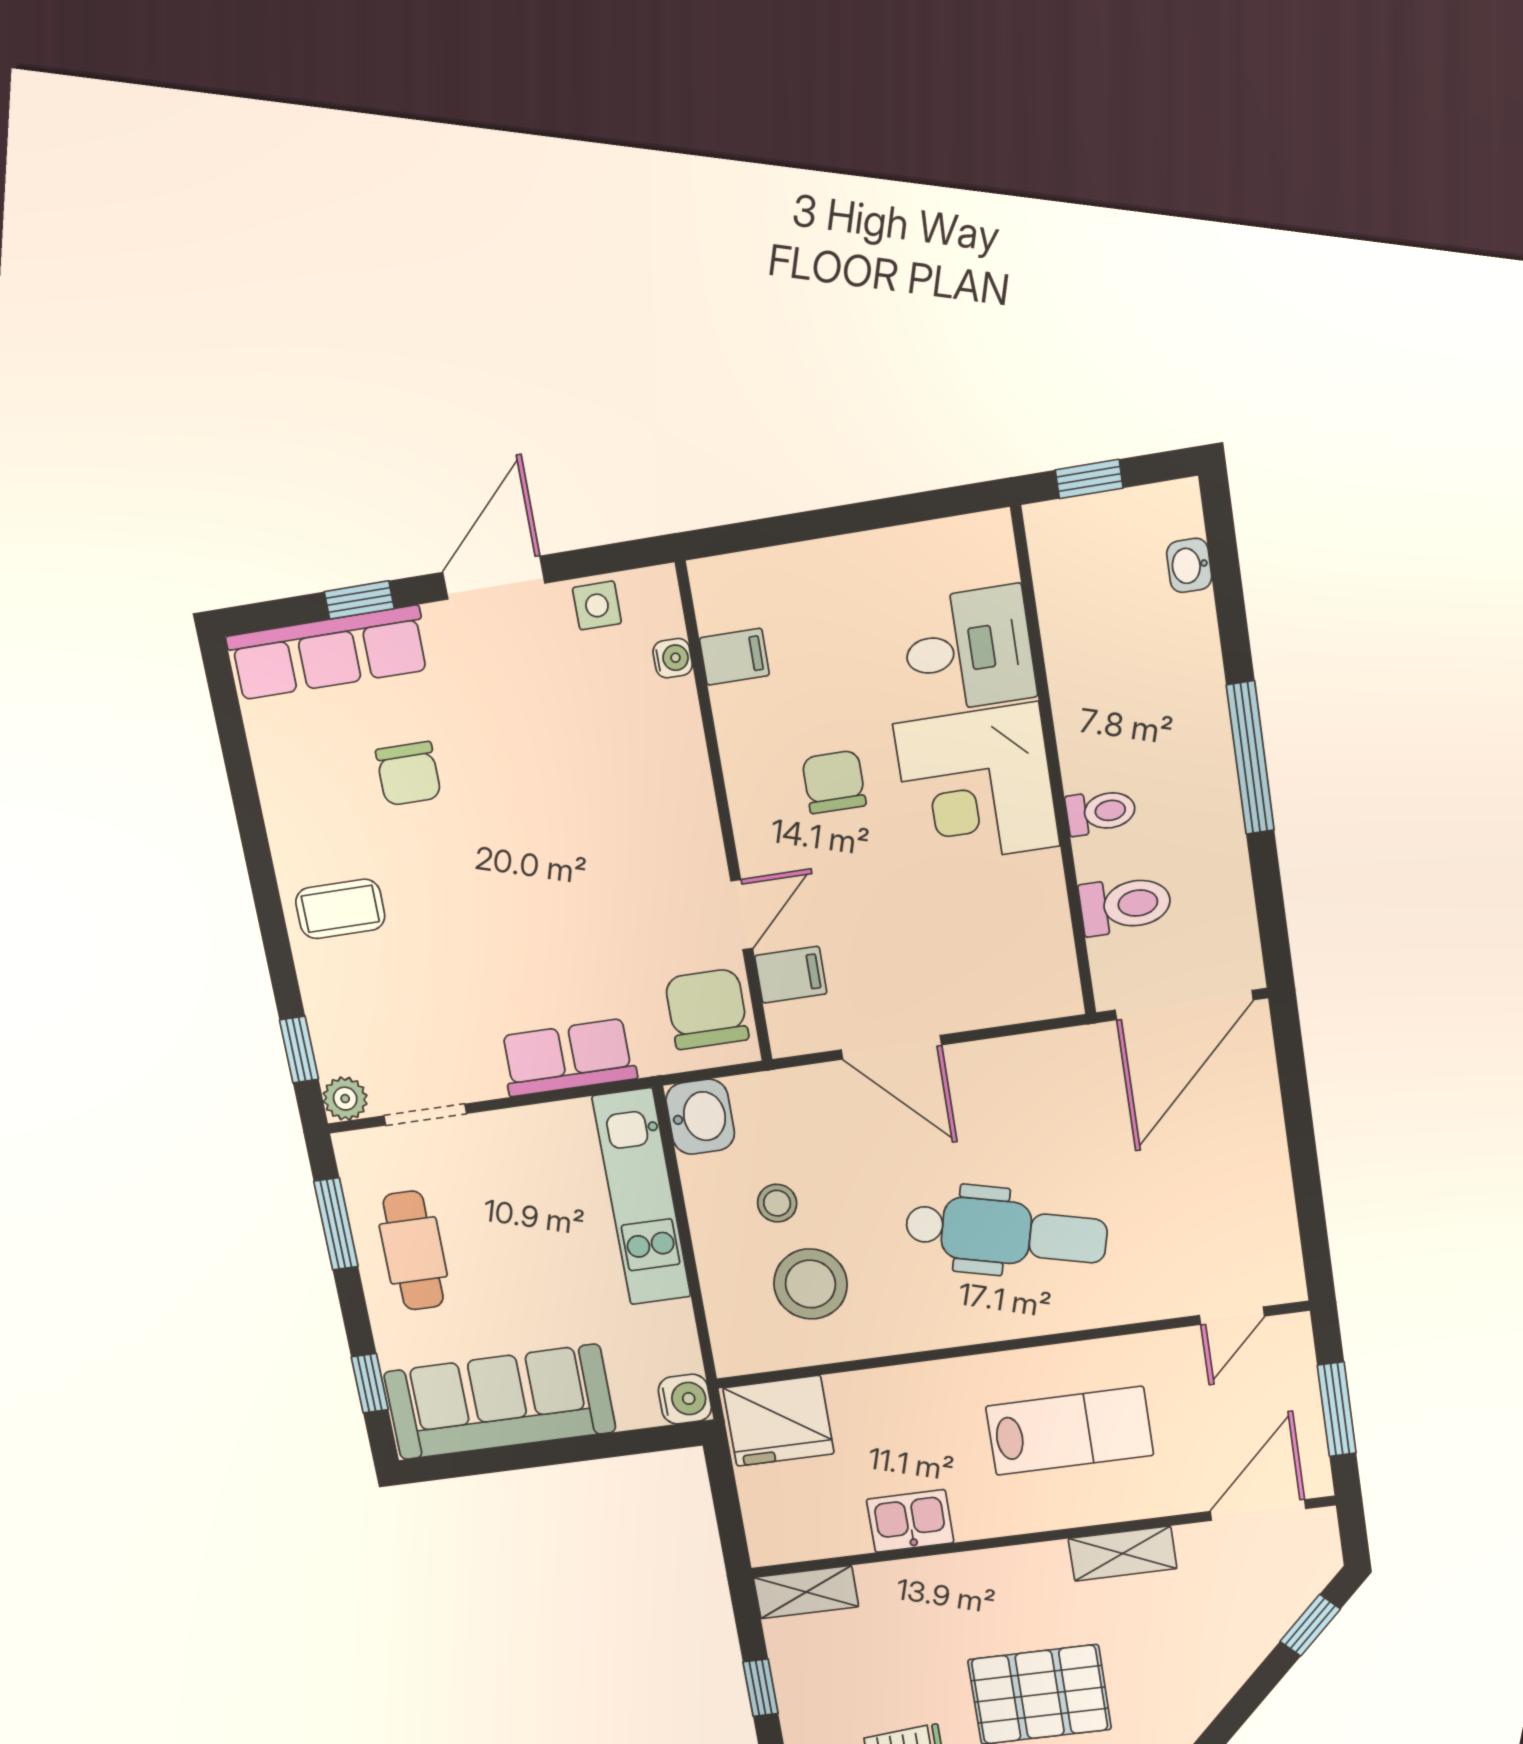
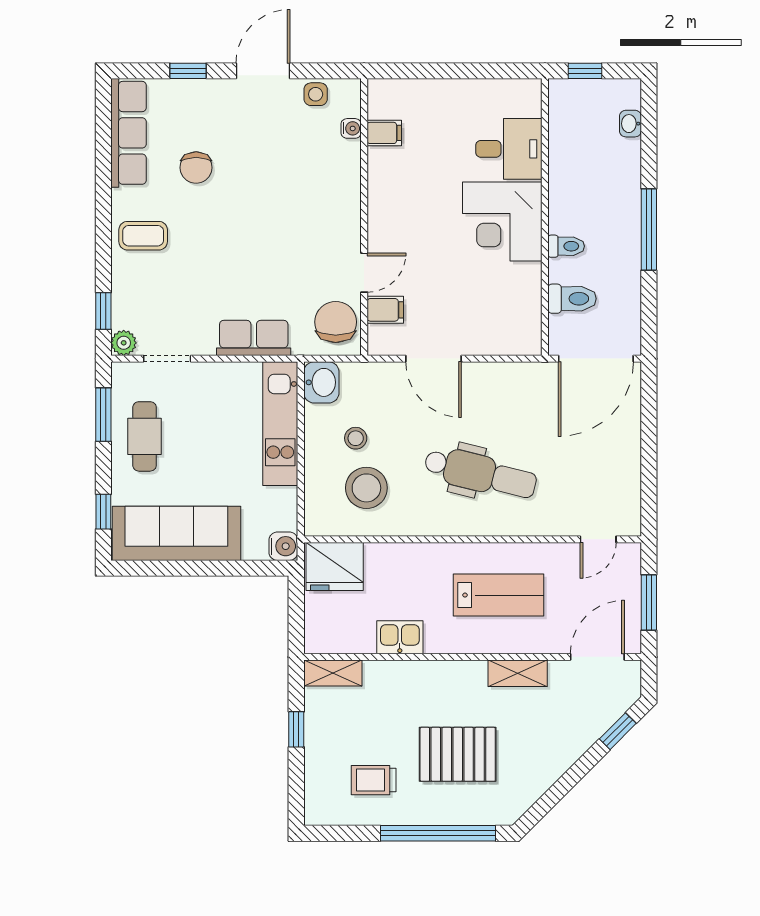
row of seats: (328, 653) -> (129, 133), moved, turned -90
chair: (834, 782) -> (426, 208), removed

